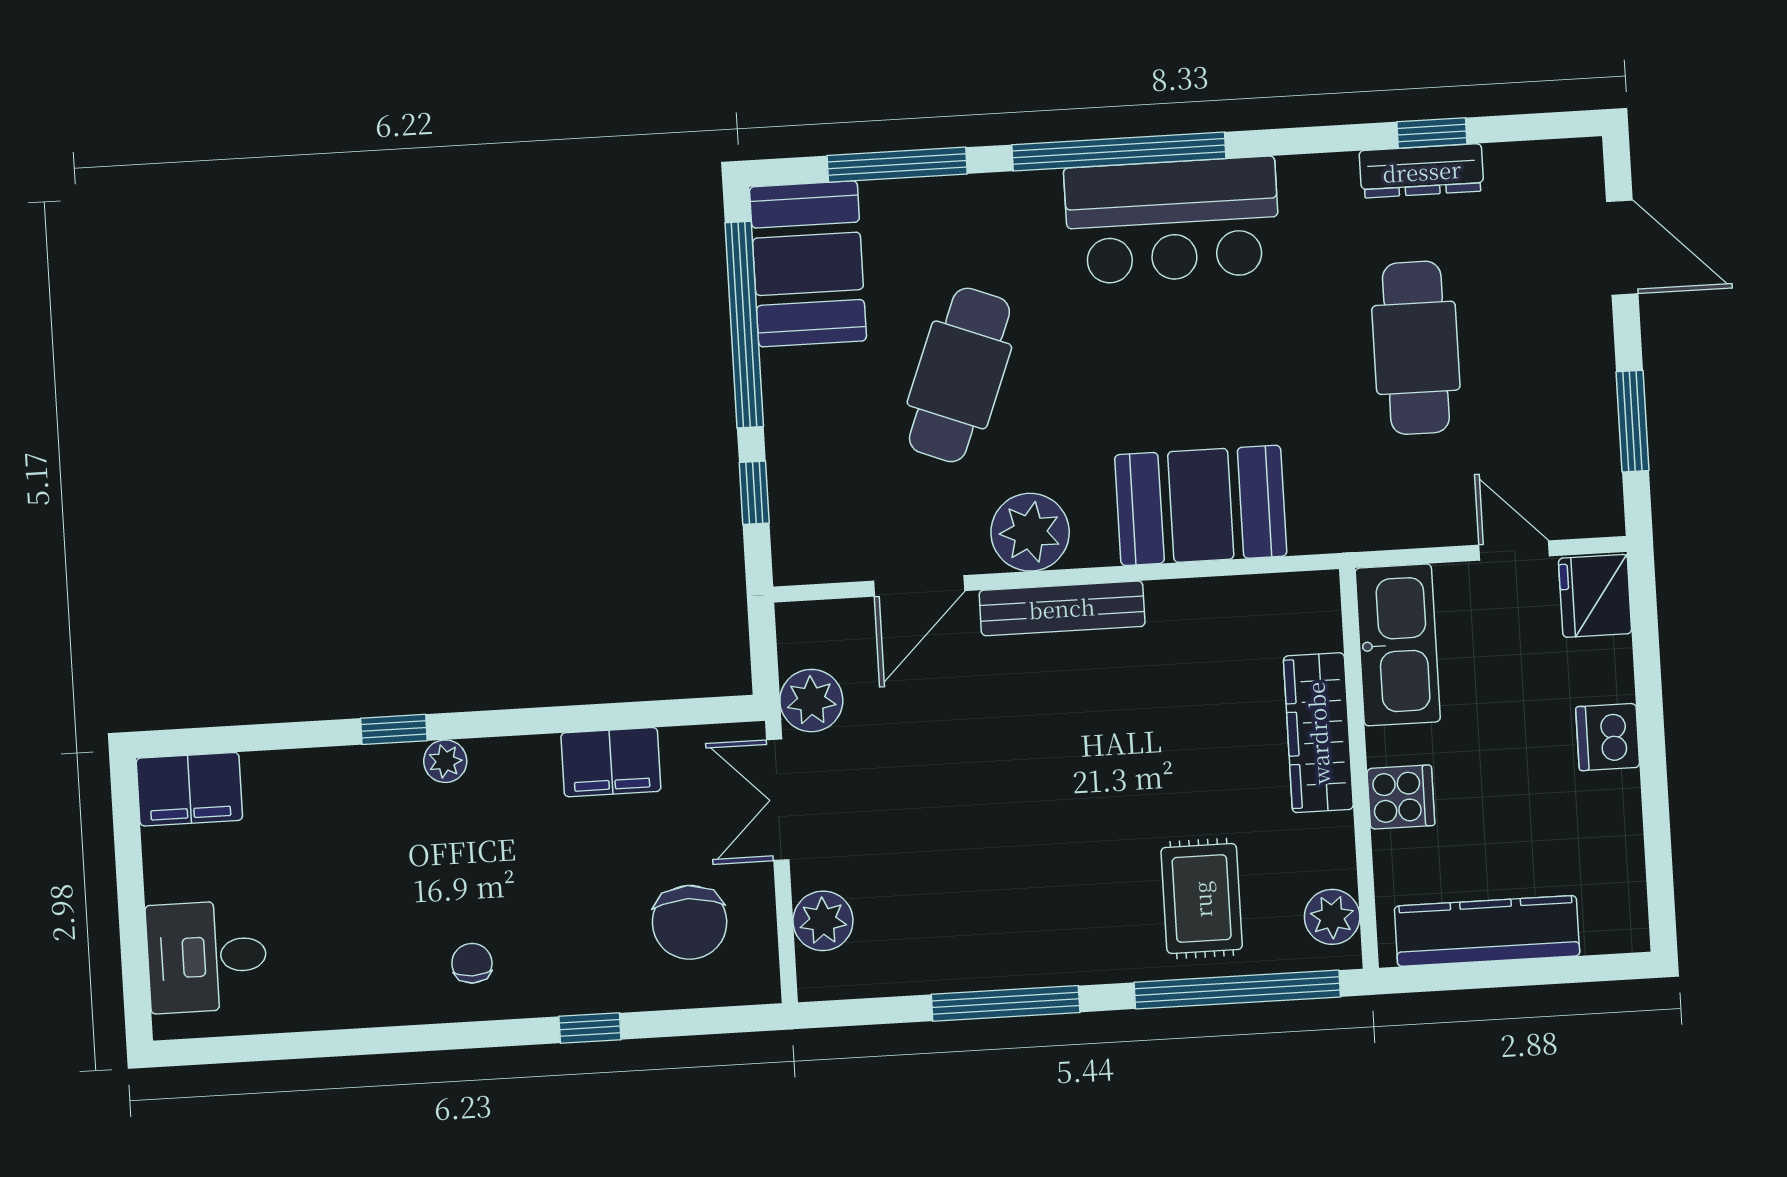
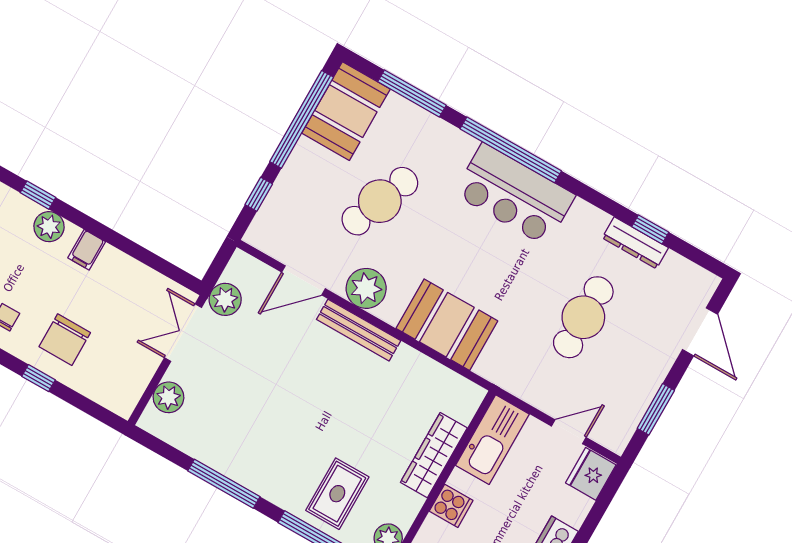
door: (1514, 551) -> (569, 432), hinge flipped
plant: (445, 761) -> (49, 227), width x1.38, depth x1.38
filing cabinet: (611, 762) -> (87, 250), moved, width x0.50
chair: (690, 922) -> (65, 340), moved

